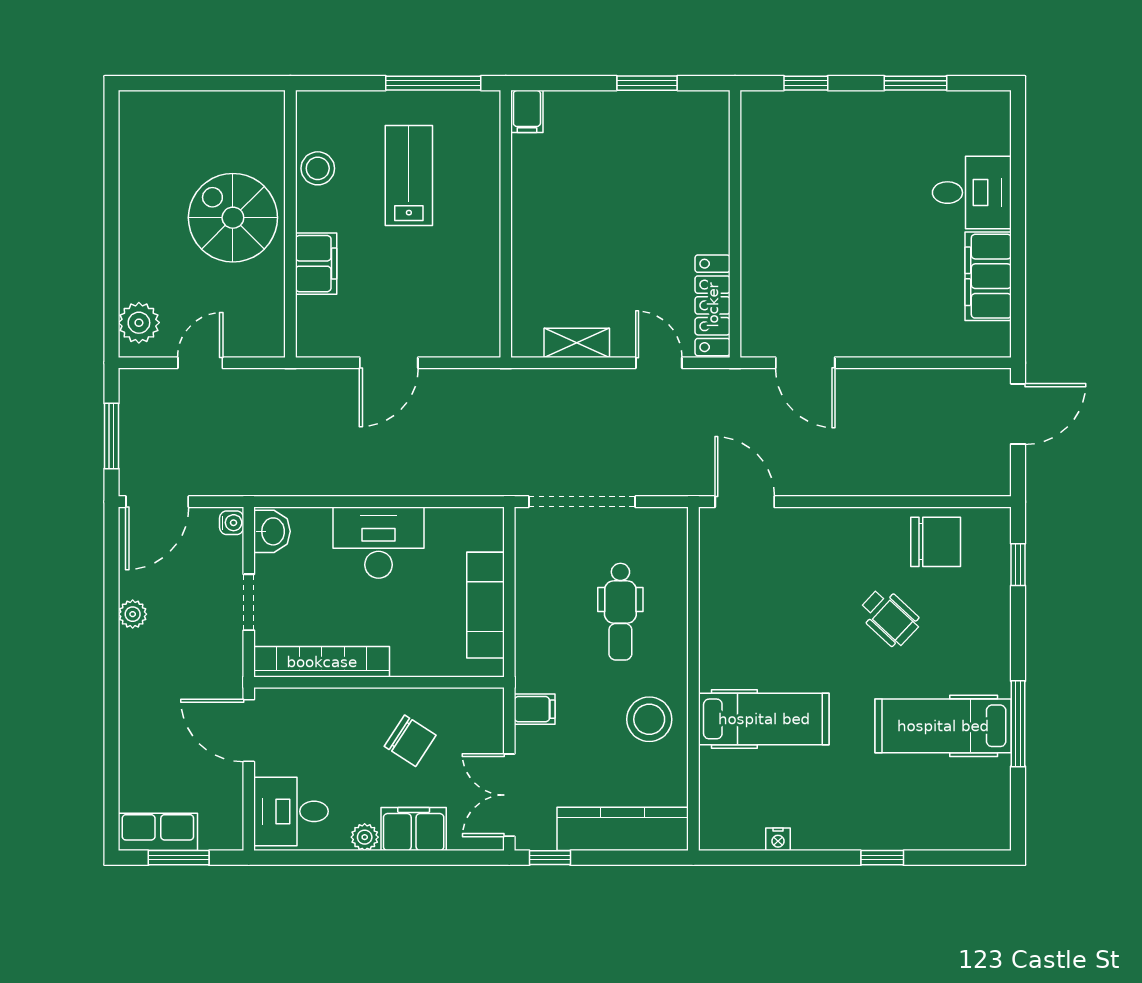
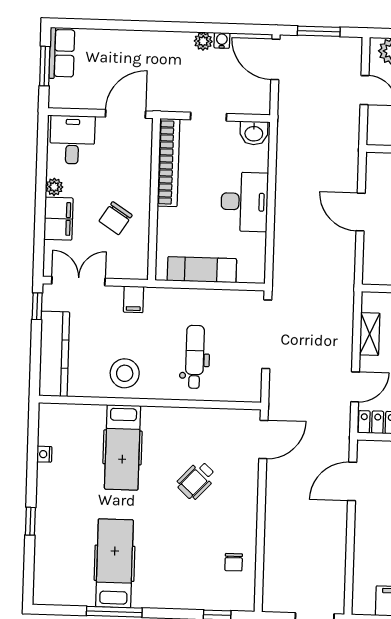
water cooler: (232, 523) -> (222, 40), moved, turned 180
chair: (936, 542) -> (234, 562), width x0.54, depth x0.54
dental chair: (620, 612) -> (195, 357), turned 90
wheelchair: (889, 617) -> (196, 480), moved

